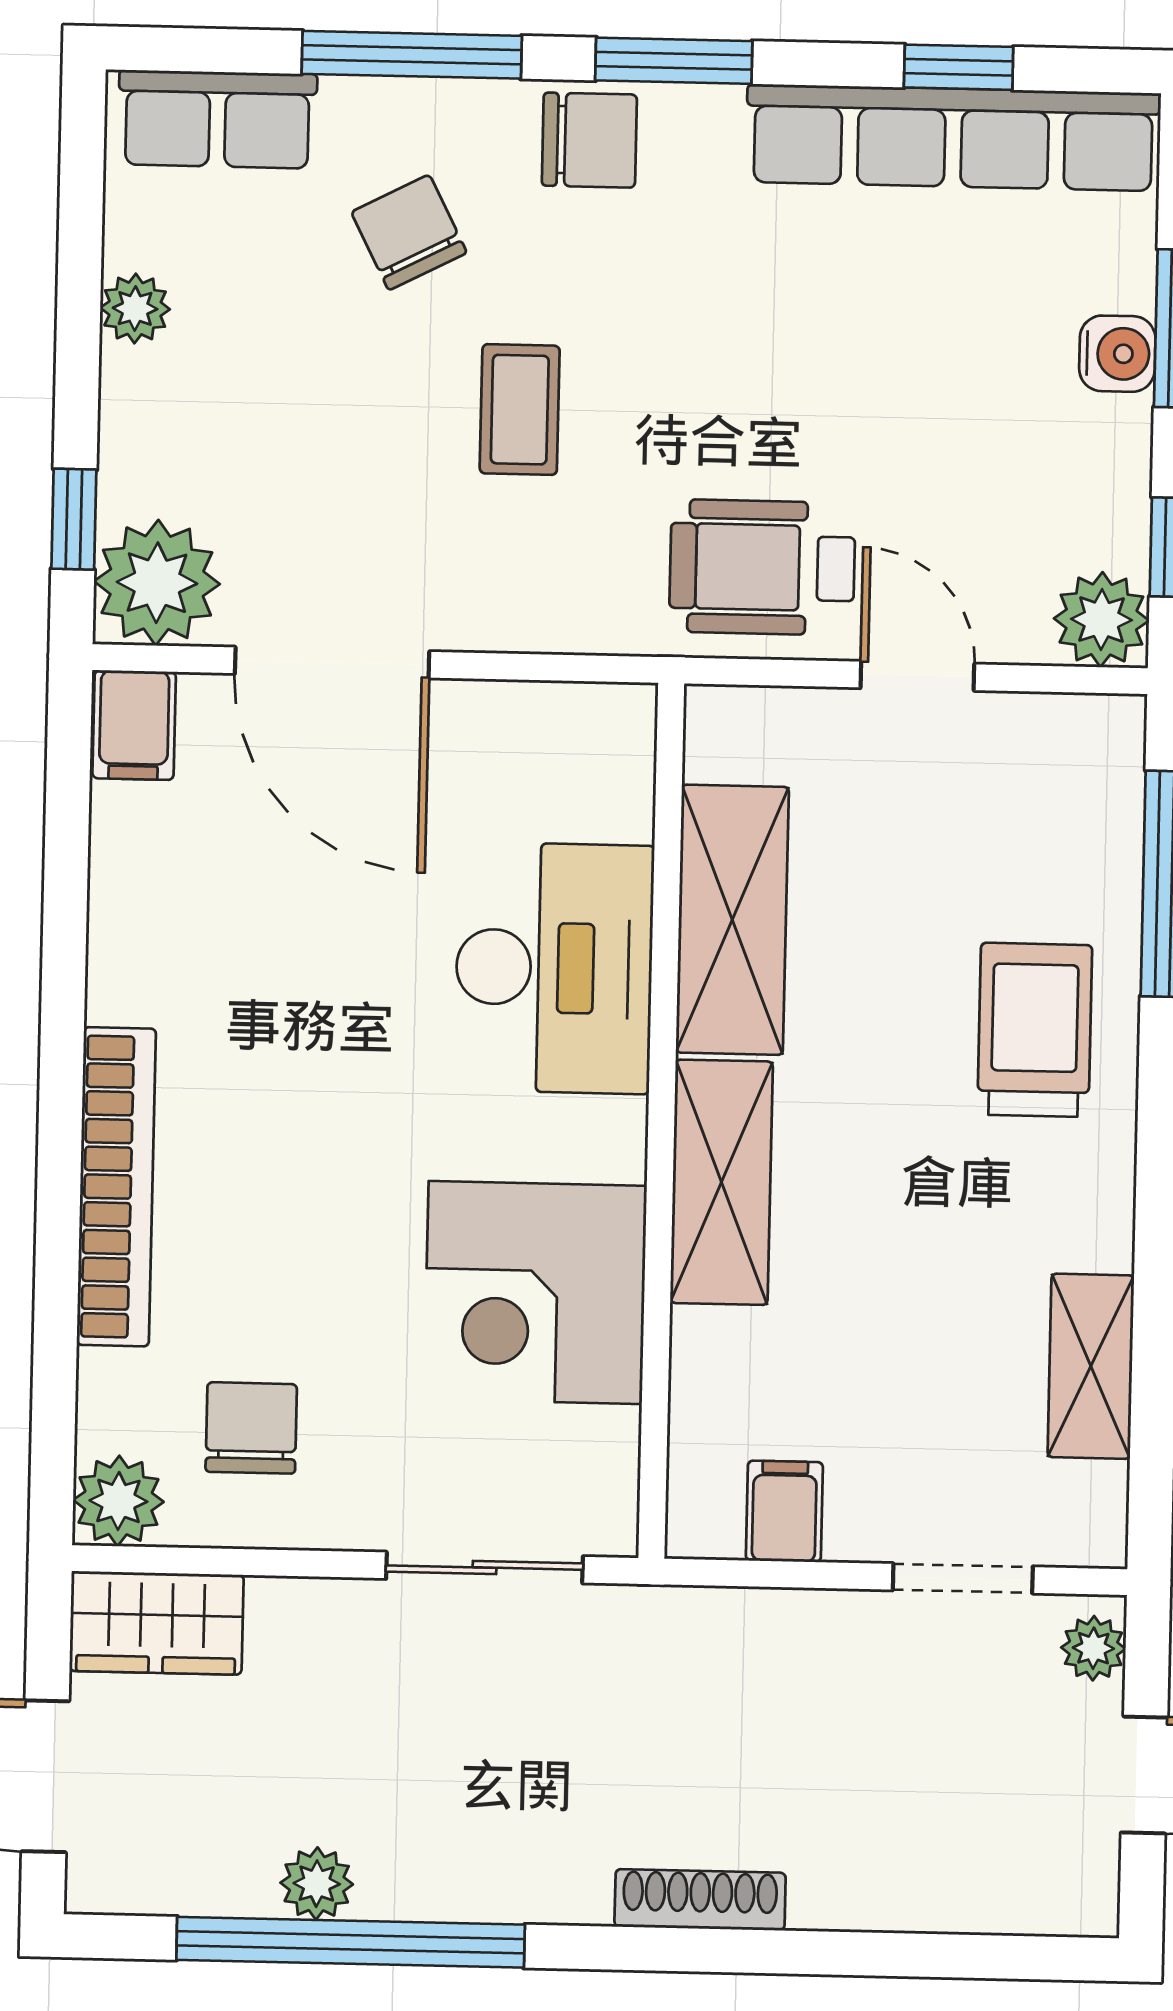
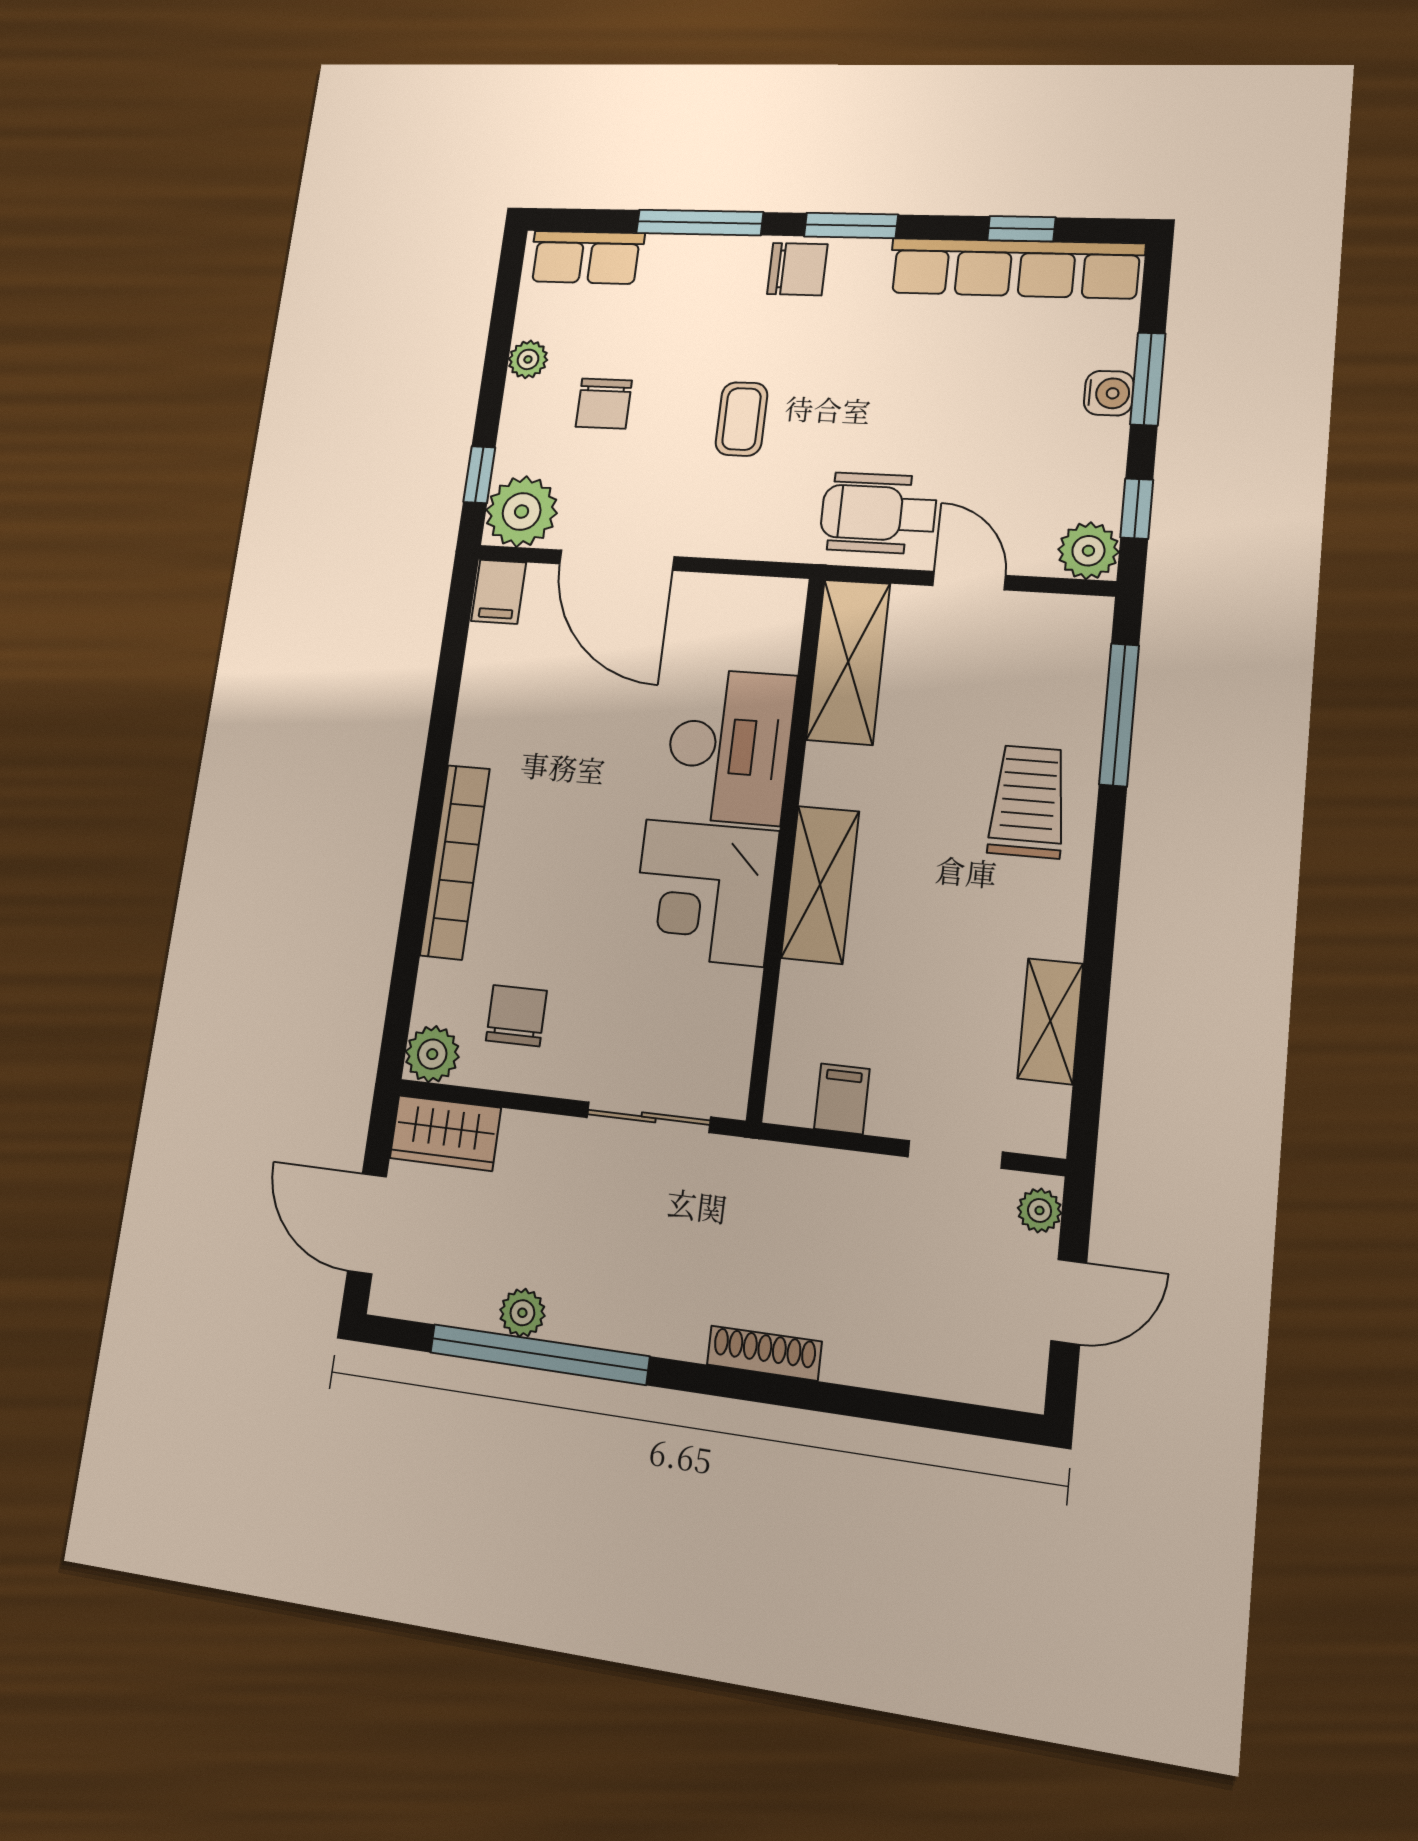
chair: (409, 232) -> (604, 404), moved, turned -153
shelving: (732, 920) -> (848, 662), moved
corner desk: (535, 1293) -> (704, 892), moved

